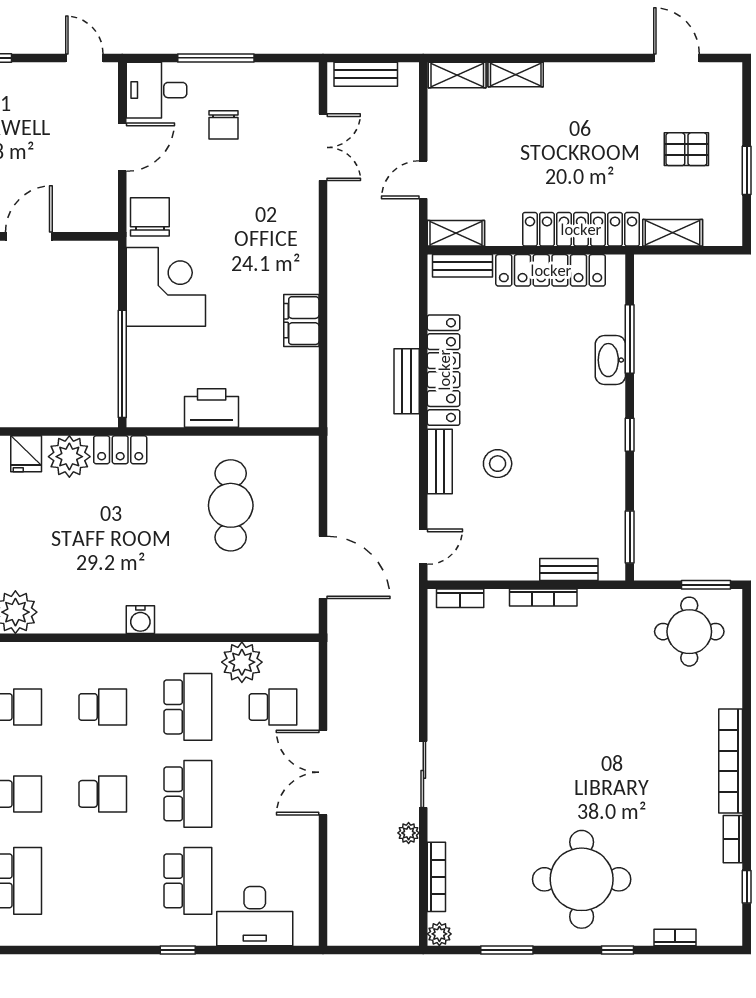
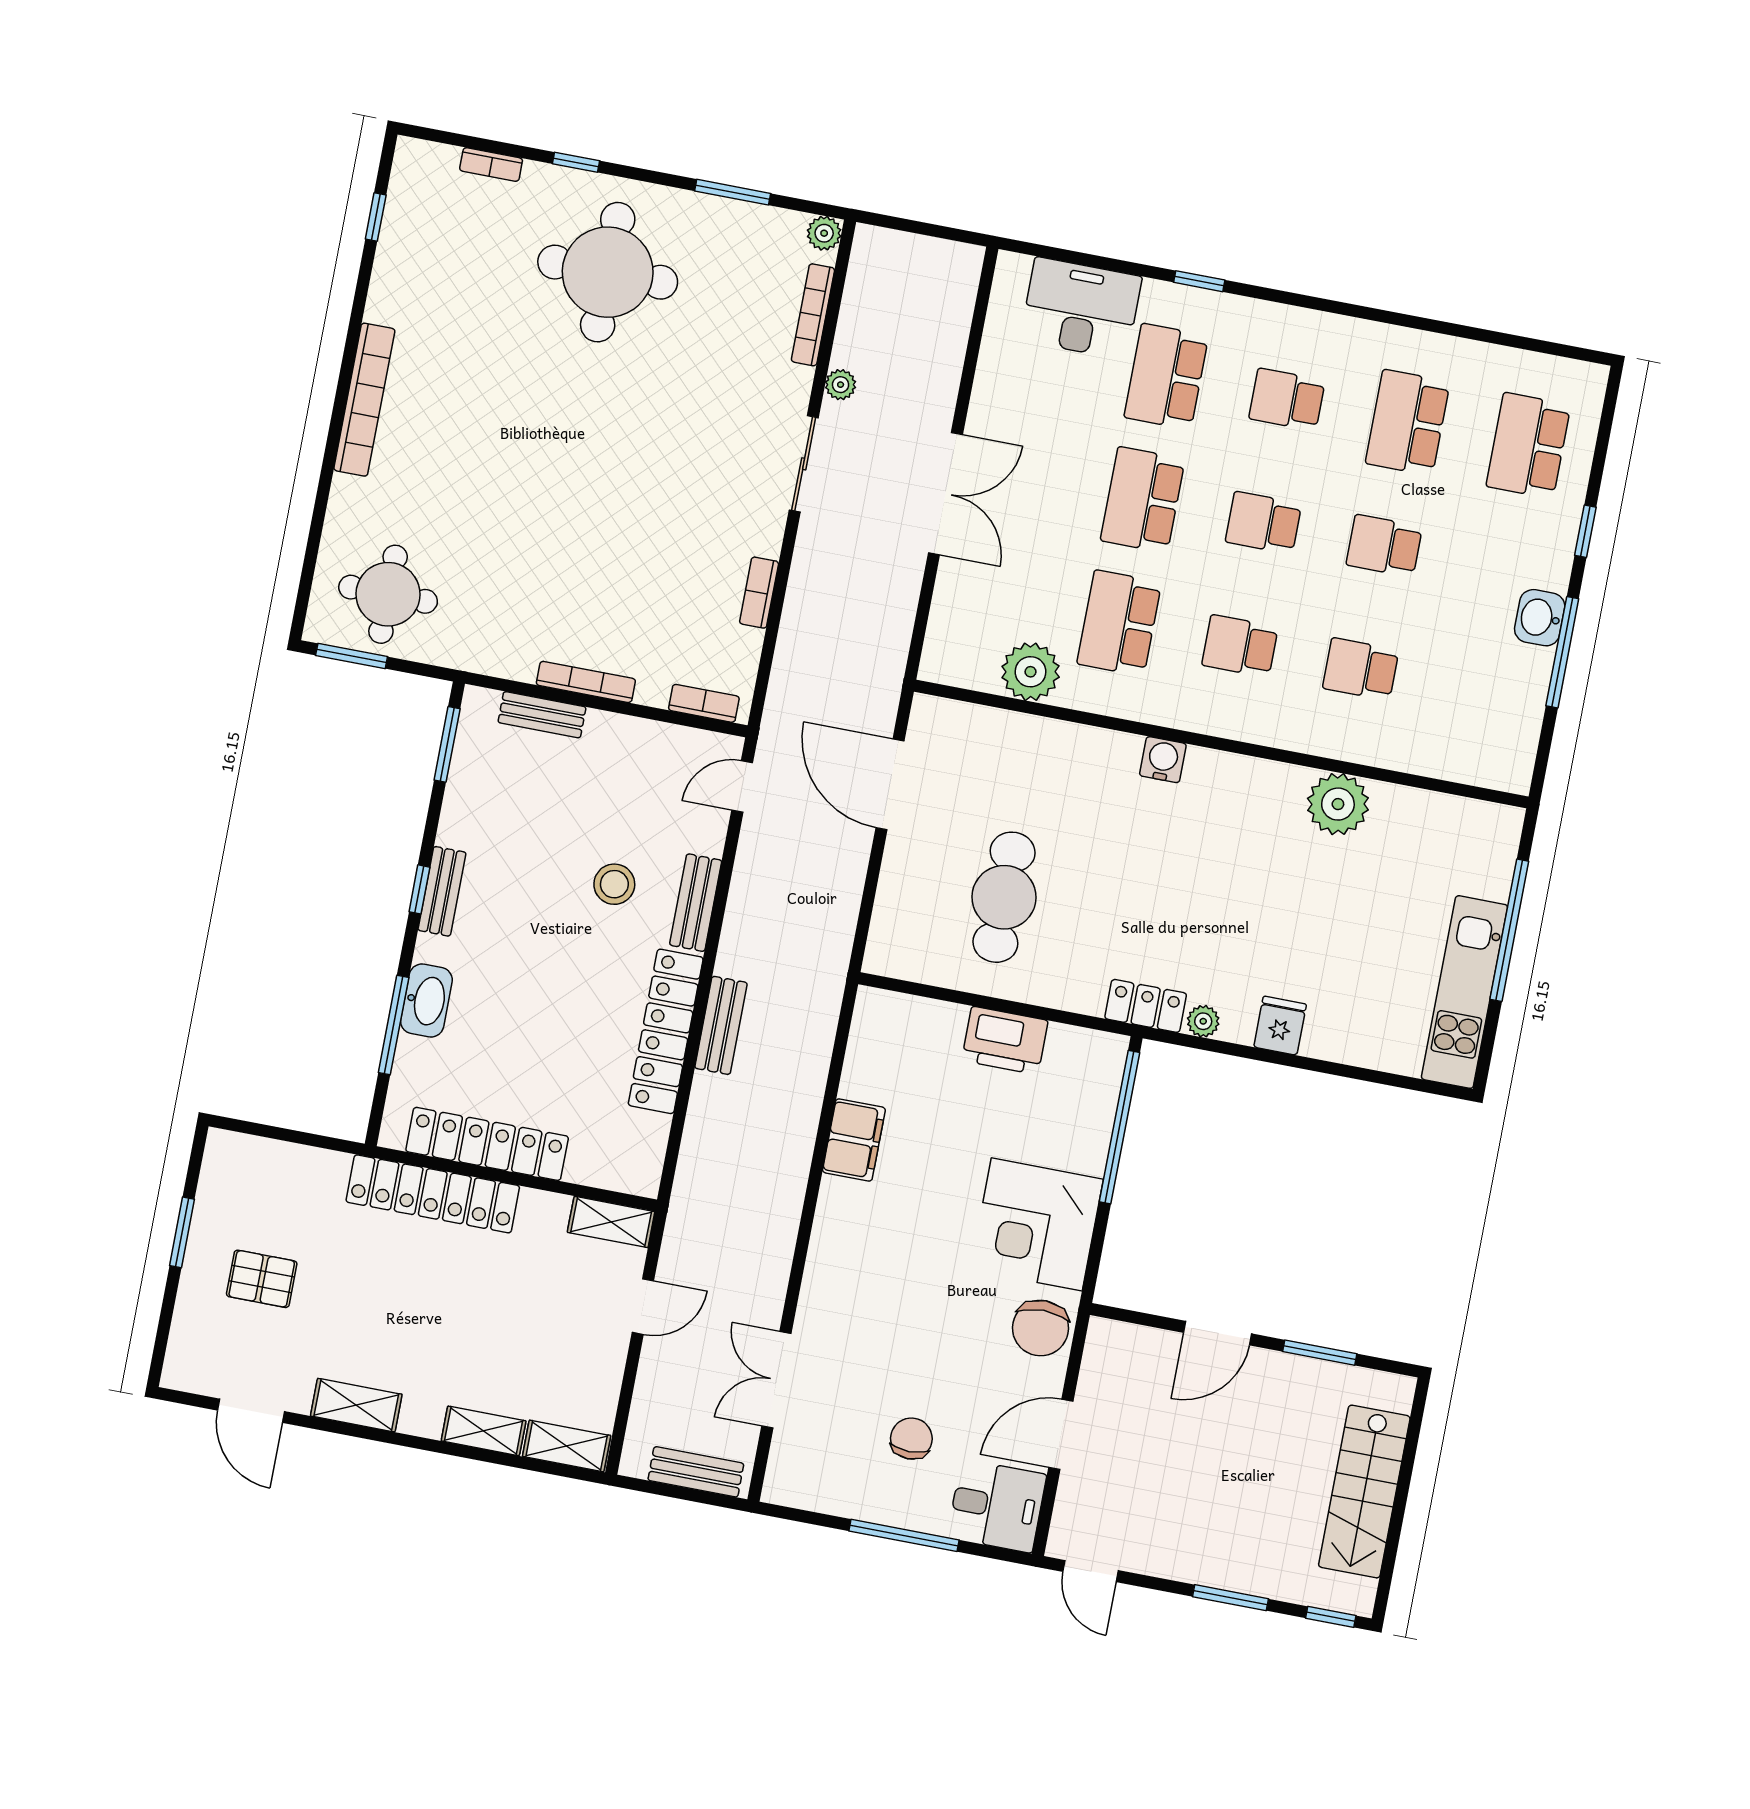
shelving: (673, 233) -> (356, 1405), moved
bench: (462, 266) -> (442, 891), moved, turned 90
plant: (69, 457) -> (1203, 1021), width x0.53, depth x0.53
school desk: (273, 707) -> (1287, 400), moved
bookcase: (733, 839) -> (759, 593), moved, turned 180

